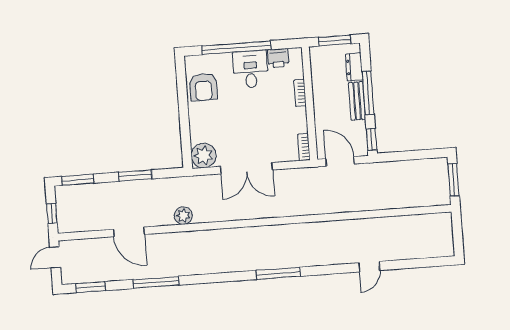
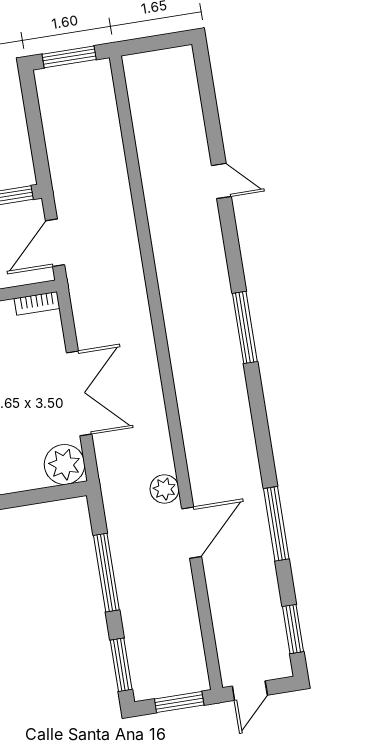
window: (135, 176) -> (106, 573), width x1.44
window: (52, 213) -> (179, 702), width x1.50
door: (129, 232) -> (192, 533), moved
door: (55, 257) -> (250, 691), hinge flipped

